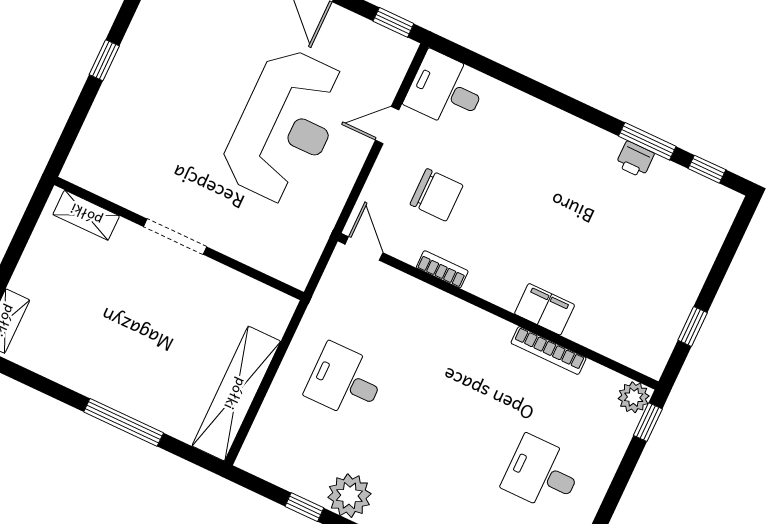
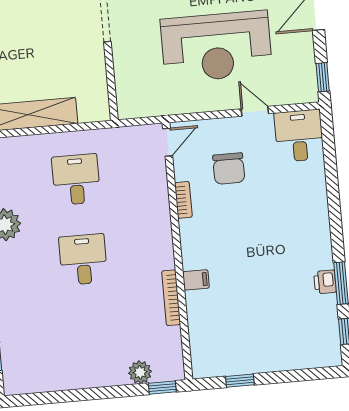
filing cabinet: (545, 309) -> (196, 280), width x0.50
plant: (634, 397) -> (140, 372), moved
desk: (542, 474) -> (83, 259), moved

